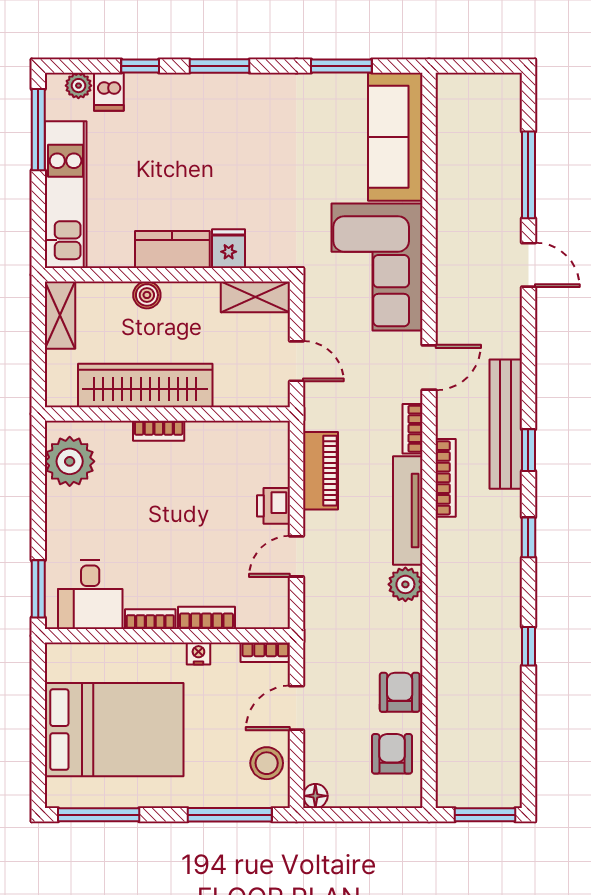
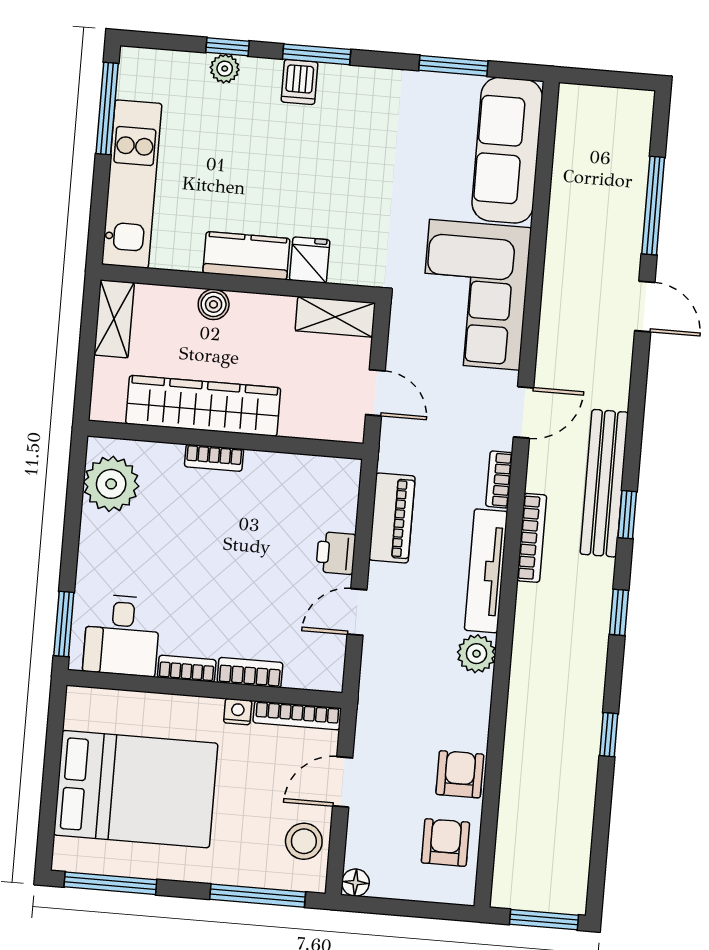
plant: (78, 86) -> (225, 69), moved
dishwasher: (109, 92) -> (299, 82), moved
bookcase: (265, 652) -> (297, 715), width x1.56

